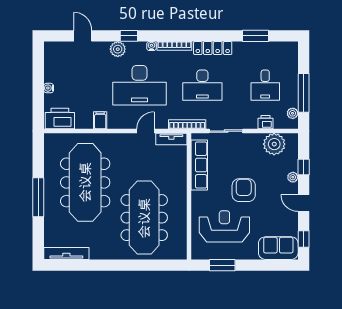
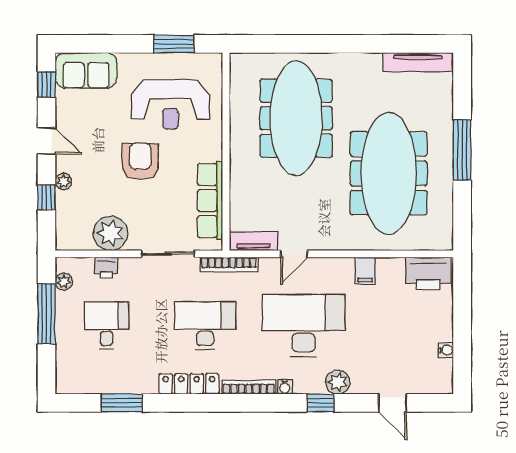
water cooler: (49, 88) -> (446, 350), moved
plant: (274, 144) -> (110, 233), moved
armchair: (244, 190) -> (140, 161), turned 180

